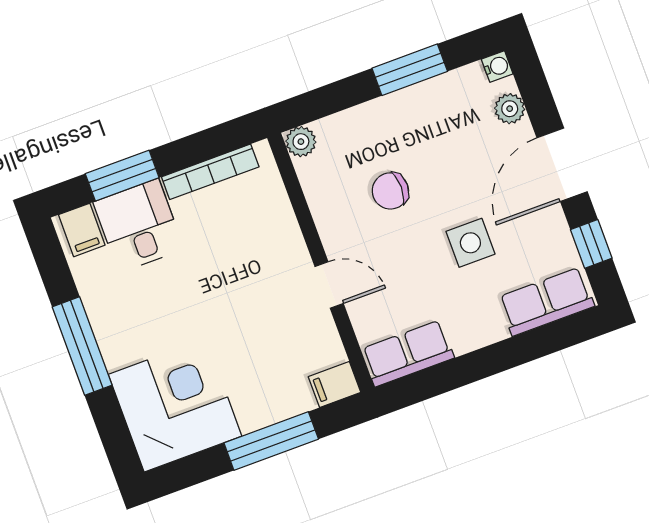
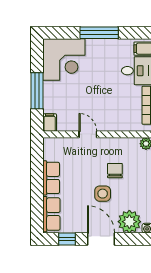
plant: (510, 109) -> (129, 222), width x1.88, depth x1.88
side table: (470, 243) -> (103, 194), moved
door: (329, 285) -> (88, 134), swing flipped
row of seats: (408, 353) -> (51, 178), moved

